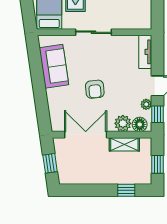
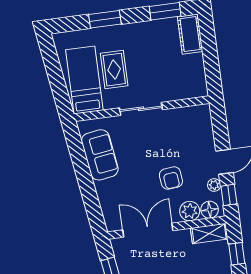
tv unit: (145, 52) -> (205, 124), removed
armchair: (95, 89) -> (171, 178), moved
shelving: (124, 144) -> (209, 234), moved

